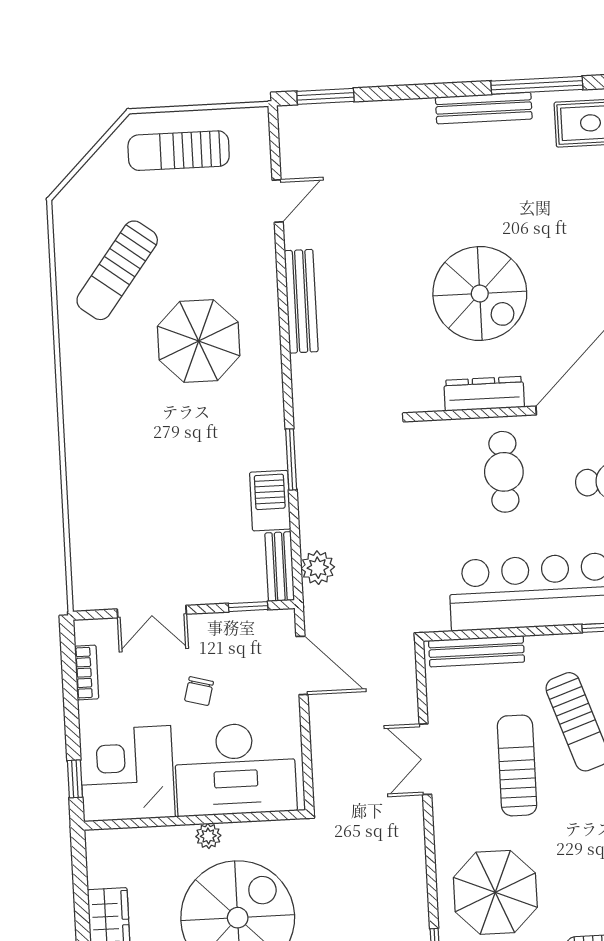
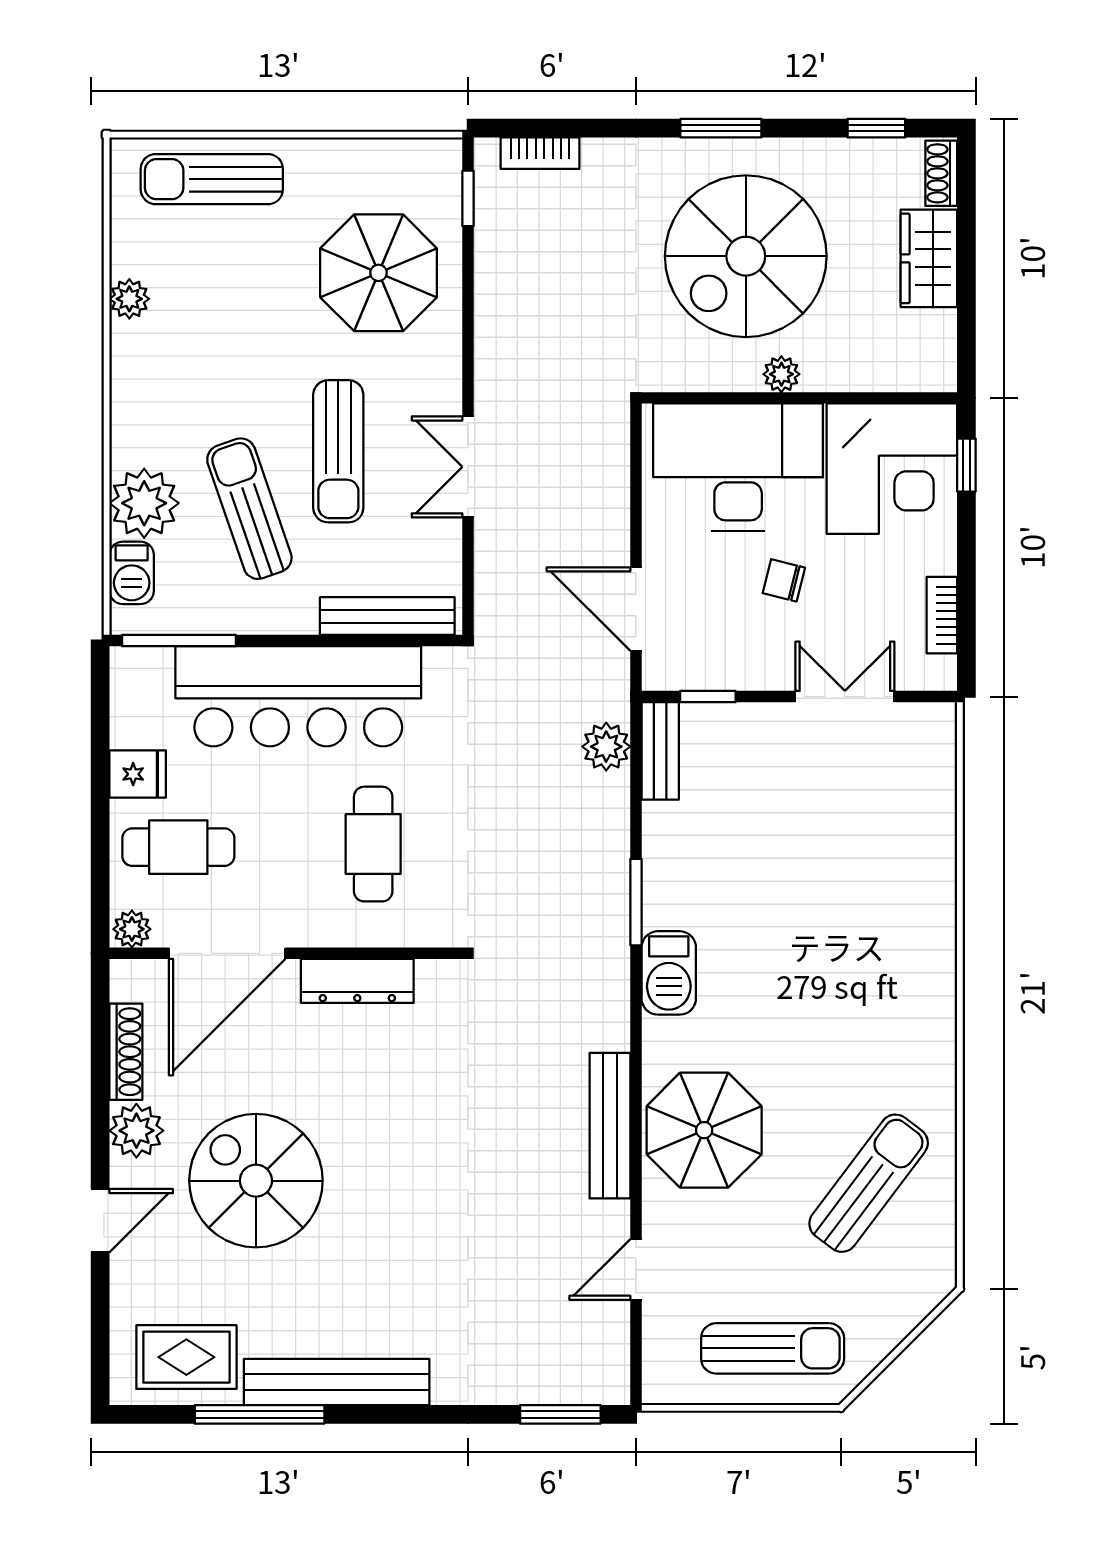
bench: (484, 108) -> (337, 1382), width x1.37, depth x1.21
spiral stairs: (480, 293) -> (256, 1181), moved
parasol: (199, 341) -> (704, 1130), moved
cafe table: (504, 472) -> (373, 844), moved
barbecue: (270, 501) -> (669, 973), moved
chair: (199, 691) -> (784, 580), turned -91
double door: (425, 759) -> (468, 467), swing flipped

